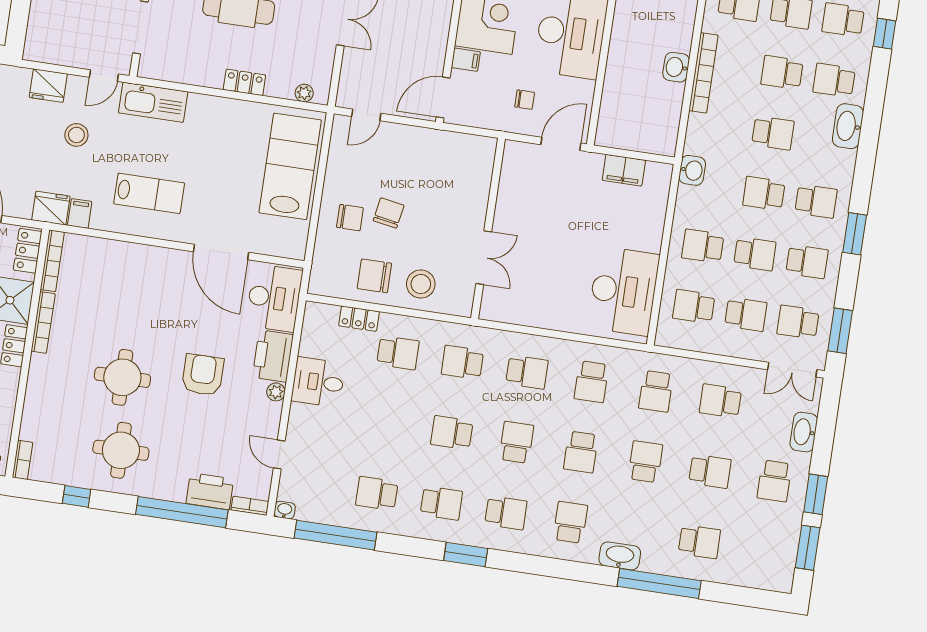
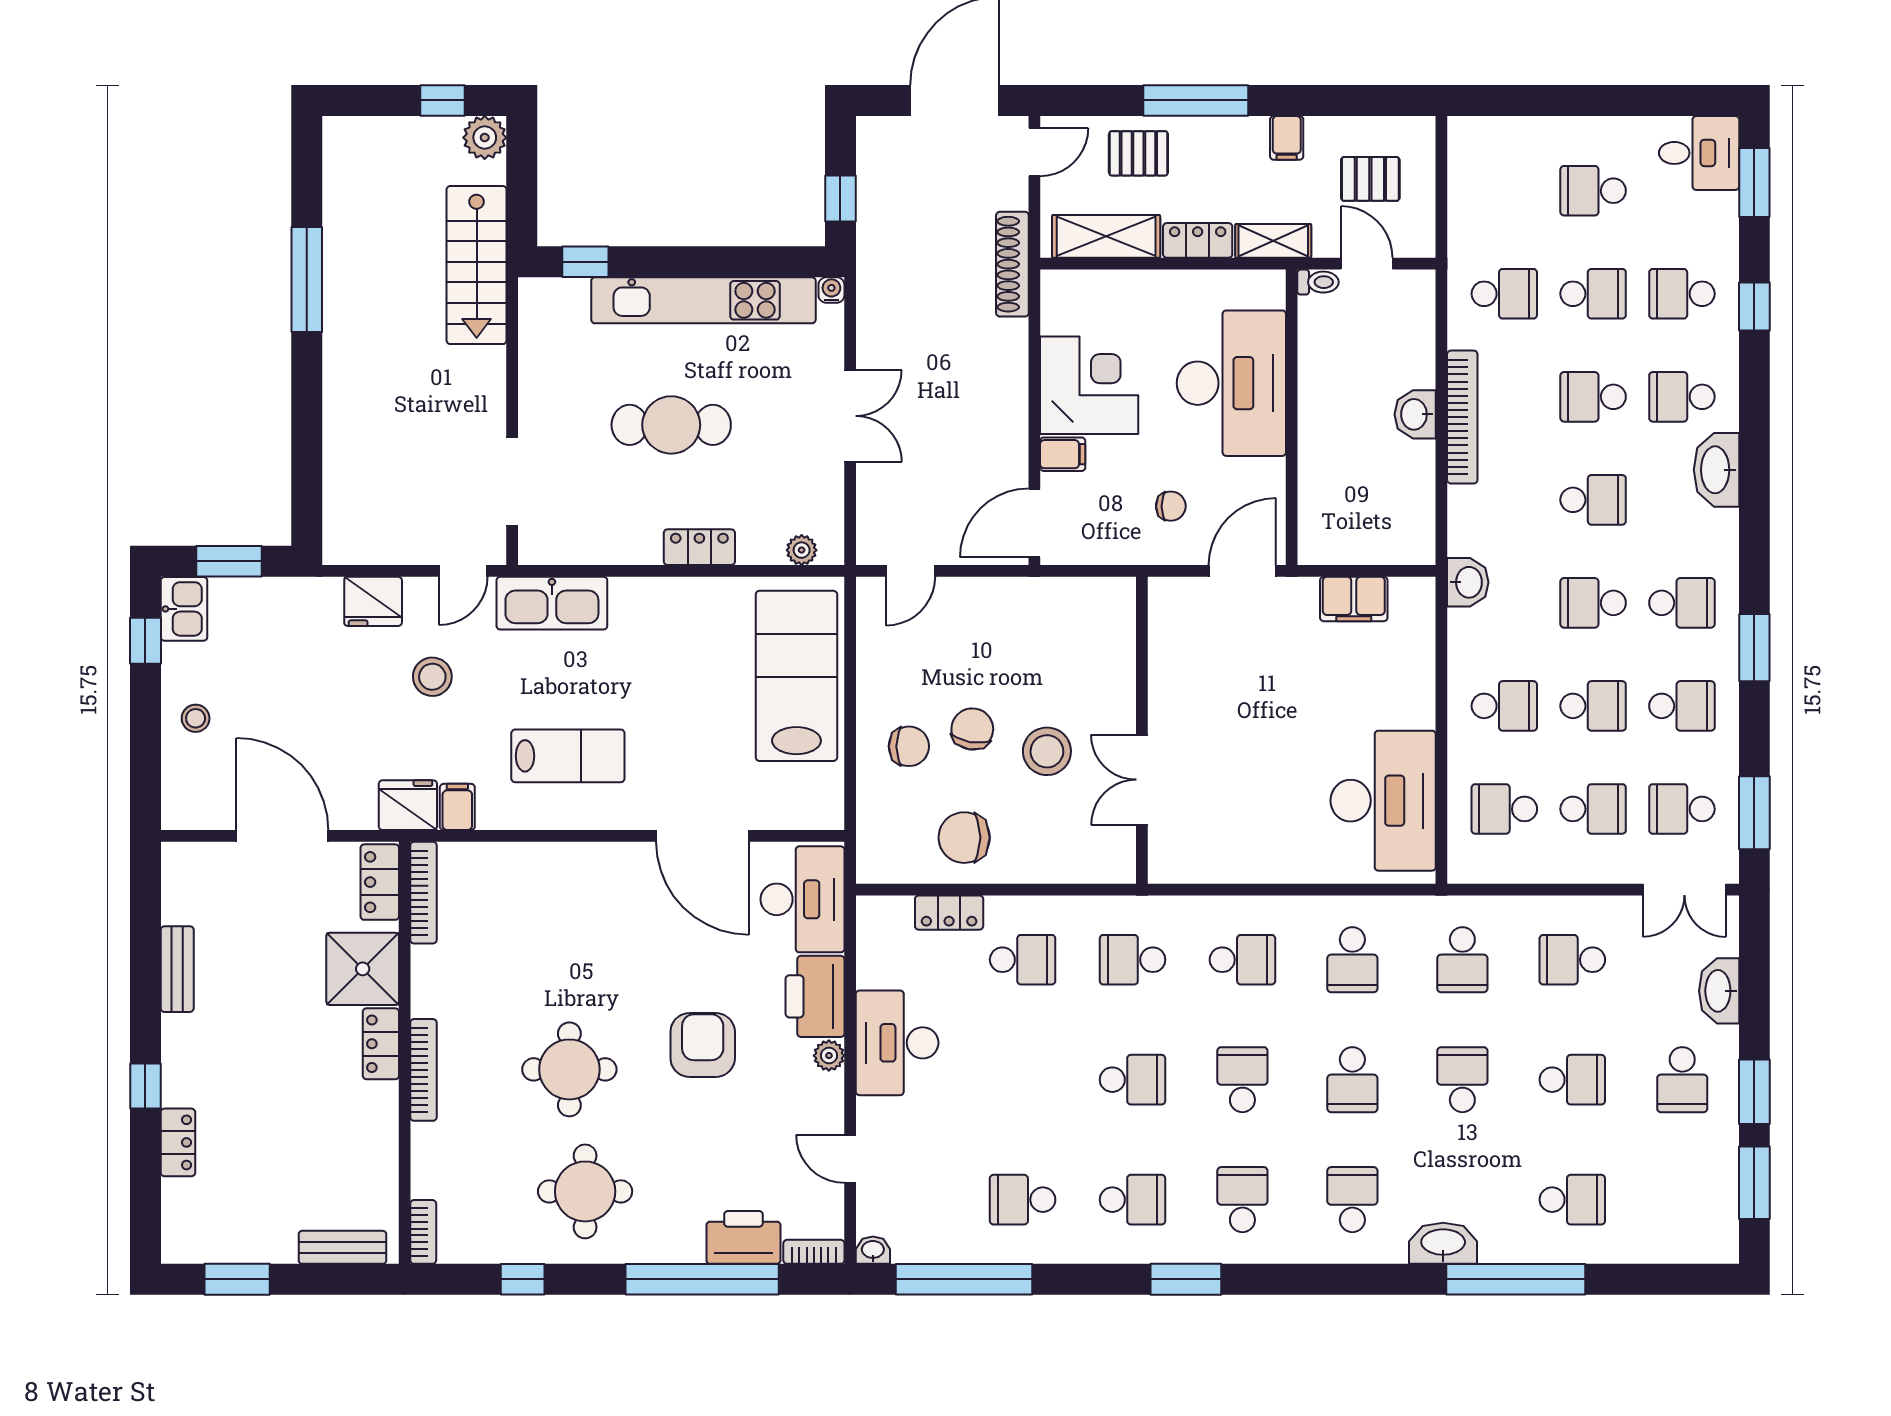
school desk: (703, 246) -> (1504, 706), turned 180
double door: (484, 258) -> (1142, 780), swing flipped
stool: (421, 284) -> (1047, 751), moved
bookcase: (43, 322) -> (423, 1070), moved
desk: (318, 382) -> (897, 1043), width x1.37
school desk: (452, 433) -> (1133, 1080), turned 180
school desk: (506, 513) -> (1242, 1200), turned -90

